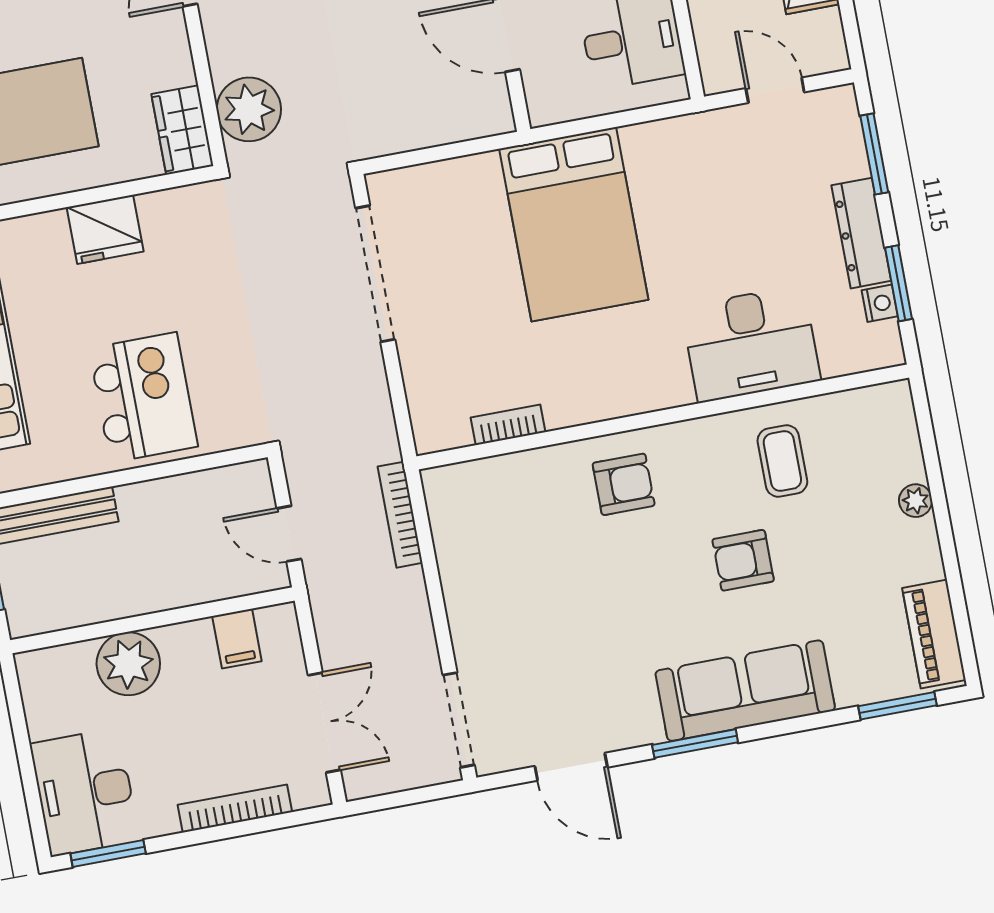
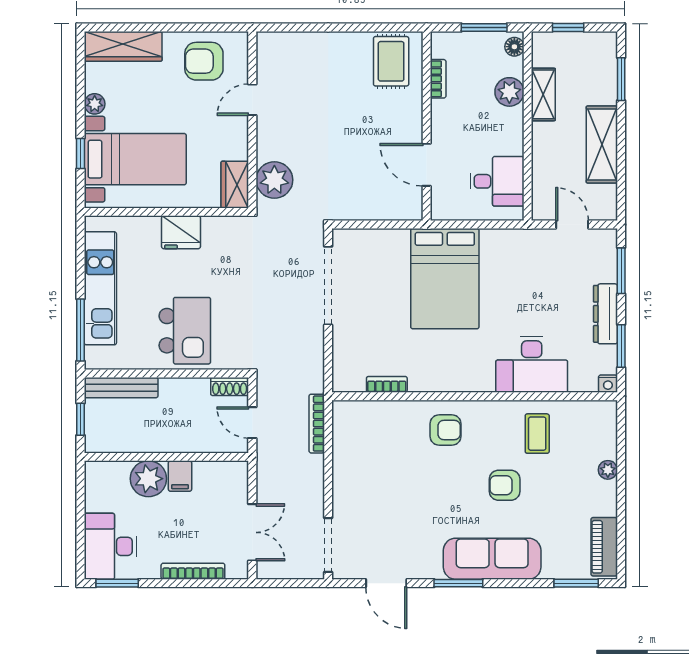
nightstand: (880, 303) -> (608, 384), moved, turned 90
shoe rack: (238, 479) -> (230, 386), added
filing cabinet: (237, 639) -> (180, 476), moved

